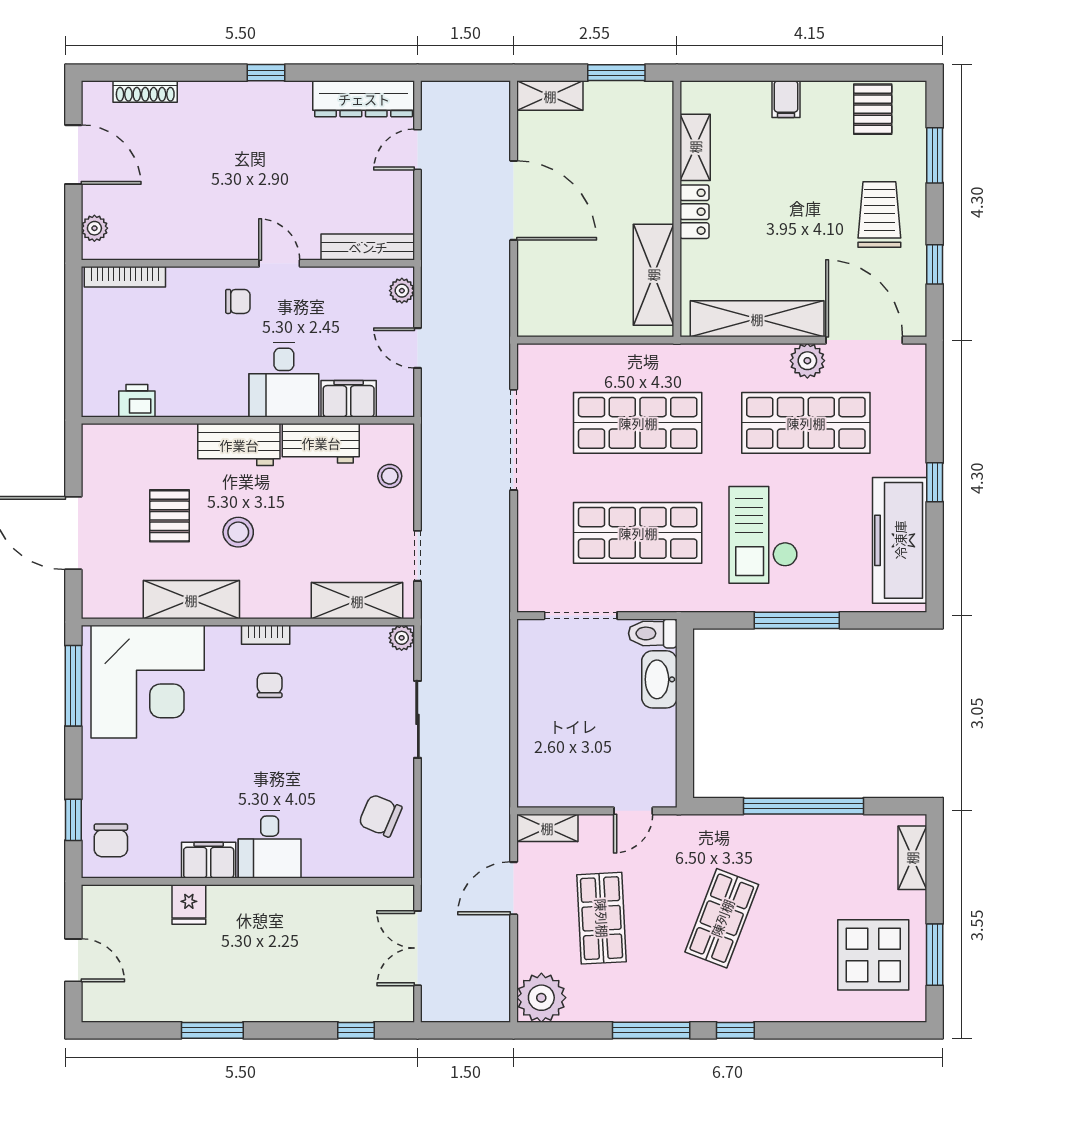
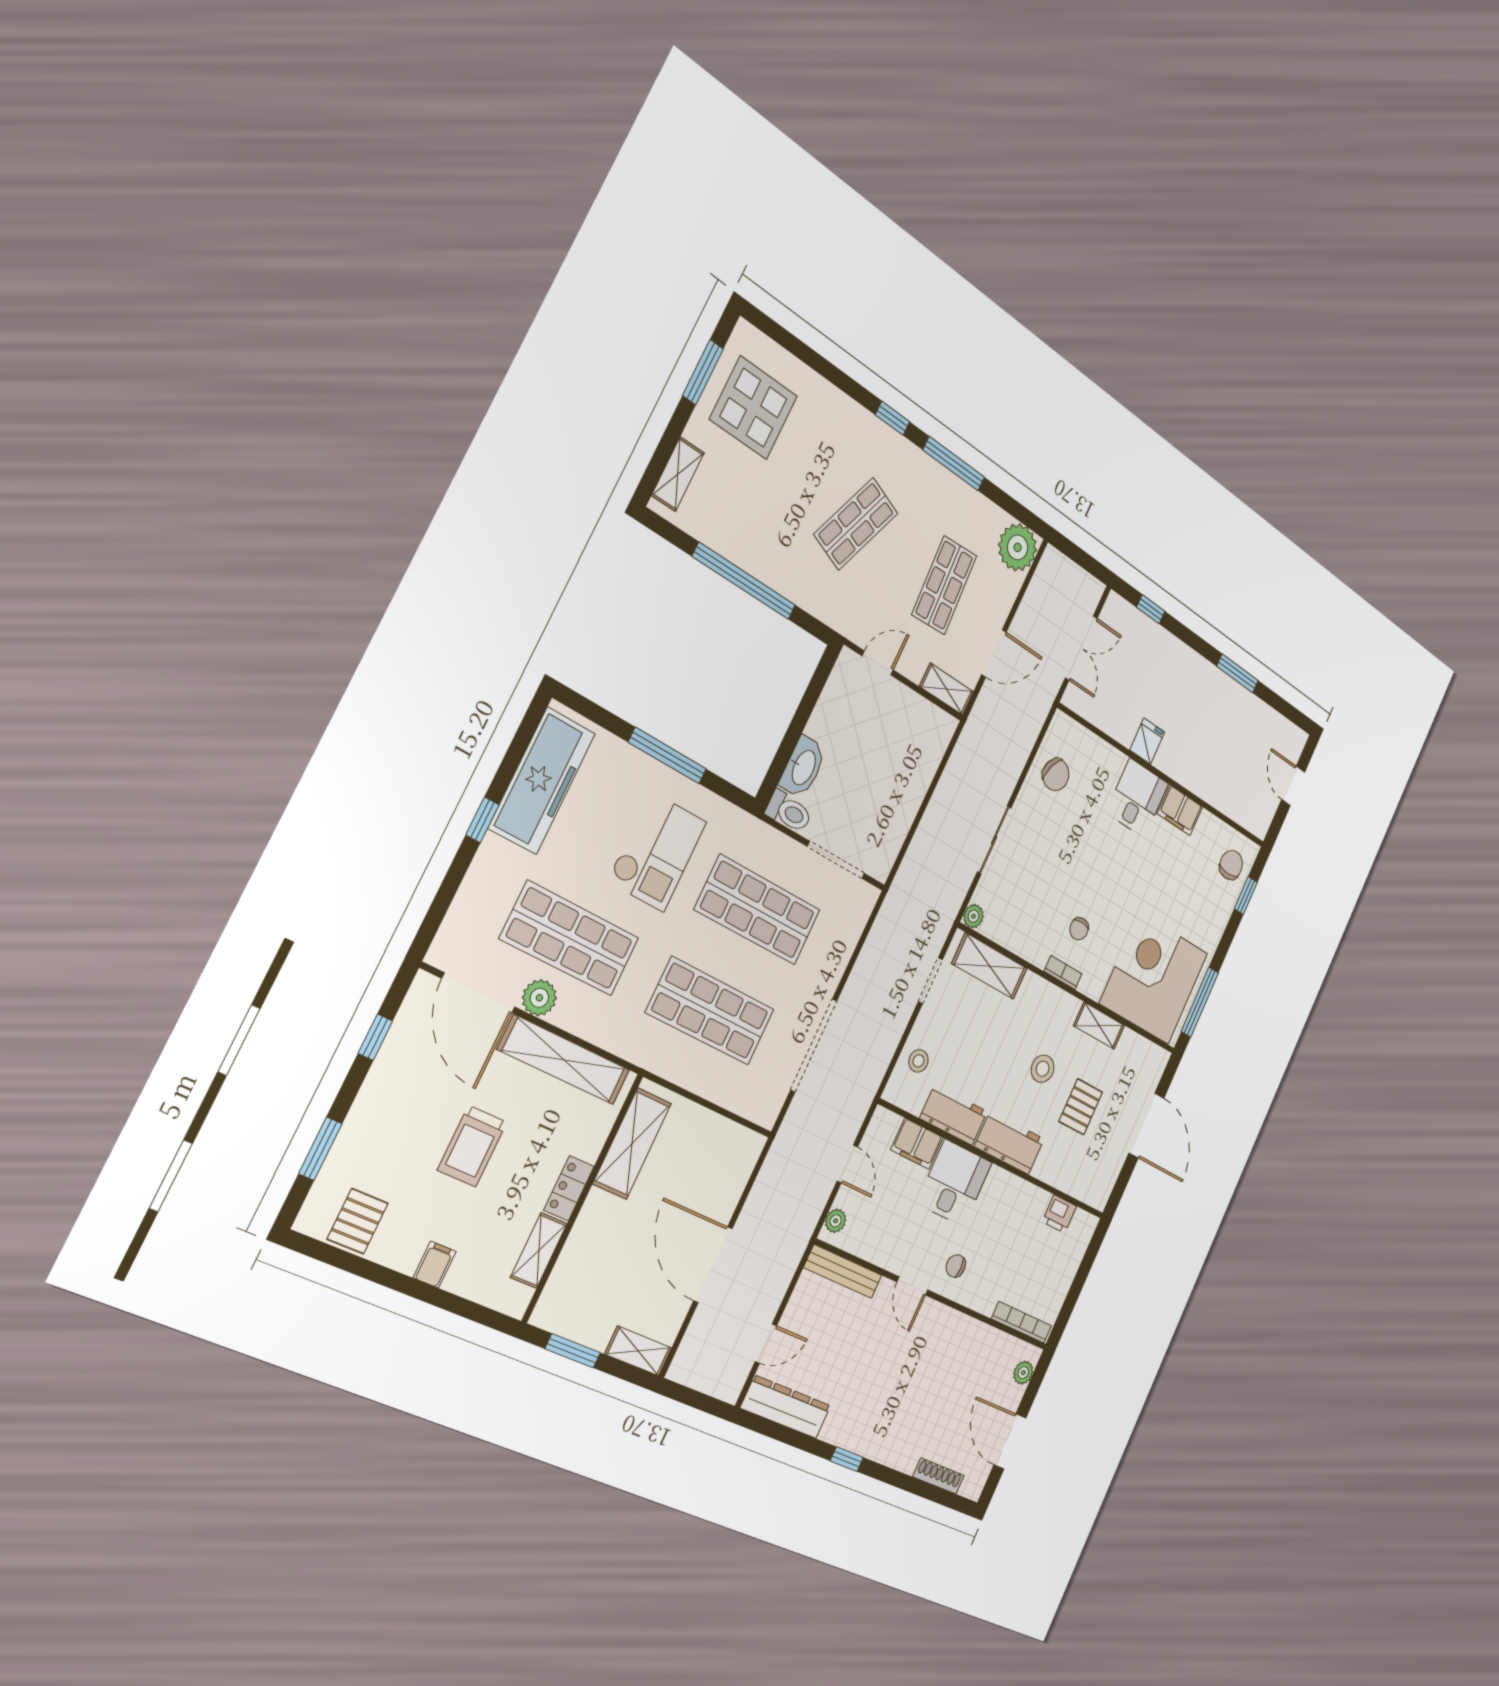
trolley: (879, 215) -> (472, 1146), moved
shelving: (191, 600) -> (1099, 1026), width x0.67, depth x0.75
fridge: (189, 905) -> (1147, 741), moved

